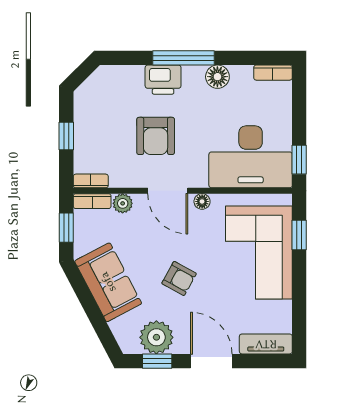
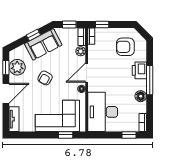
window: (66, 136) -> (102, 25), moved
armchair: (156, 136) -> (125, 47), moved
window: (299, 160) -> (129, 135), moved
window: (88, 303) -> (33, 35), added

